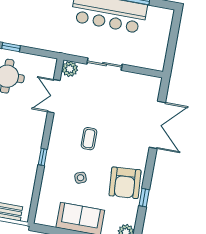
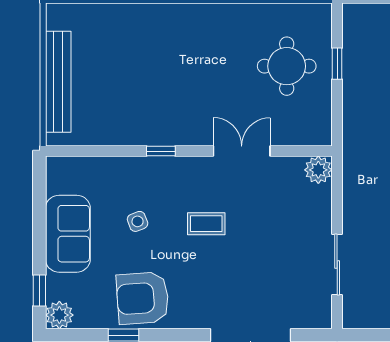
sliding door: (104, 64) -> (337, 265), moved
double door: (54, 96) -> (242, 151), moved

